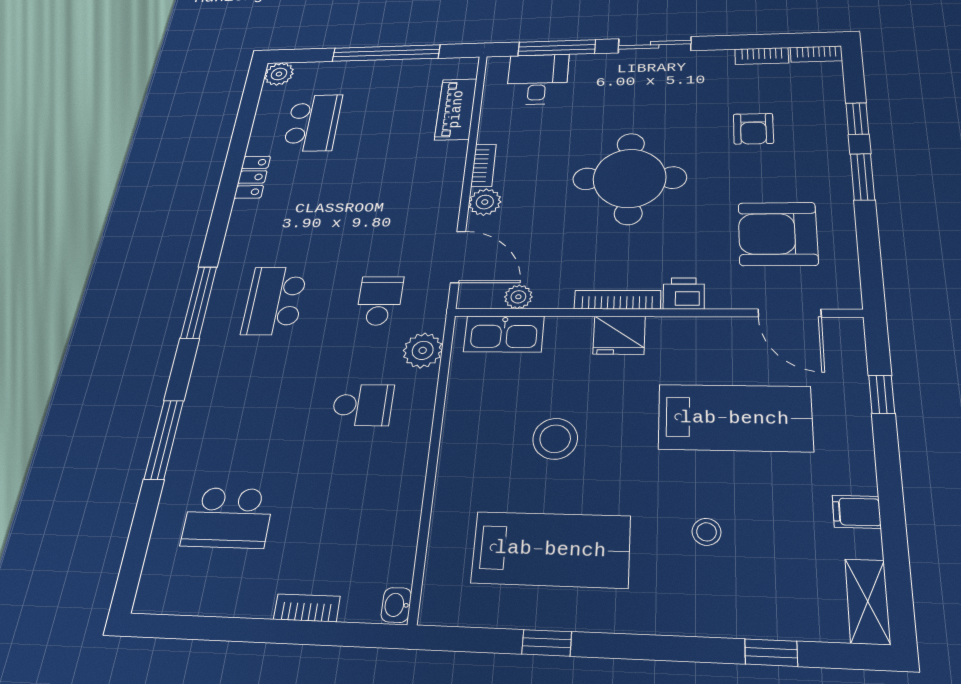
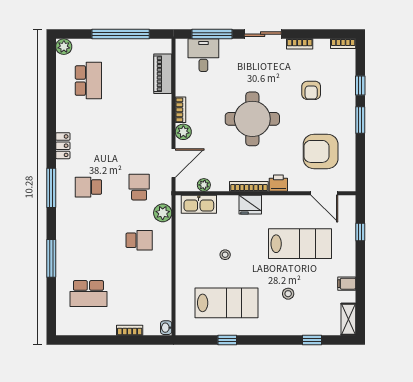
bookcase: (762, 56) -> (300, 44), moved
locker: (252, 177) -> (63, 146), moved
door: (458, 257) -> (174, 163), hinge flipped
school desk: (275, 301) -> (88, 187), width x0.54
stool: (555, 439) -> (225, 255), width x0.53, depth x0.53

